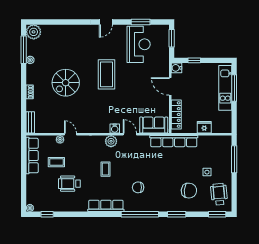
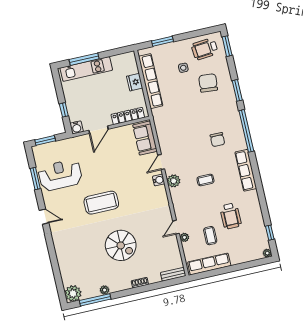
row of seats: (174, 141) -> (151, 81), moved
window: (234, 159) -> (162, 41), width x0.69

